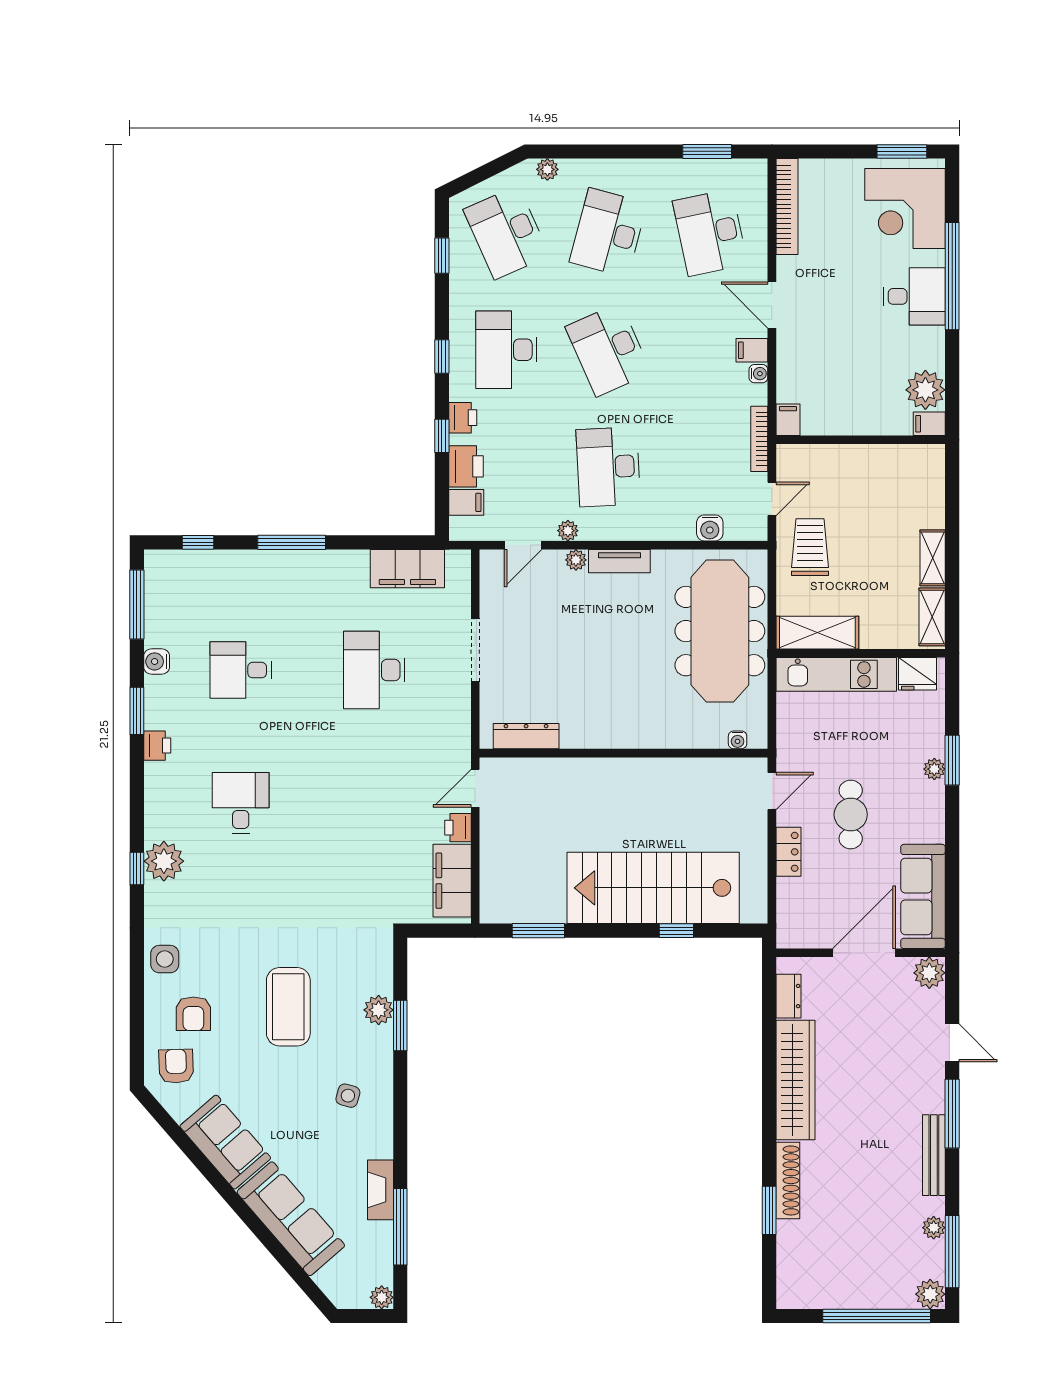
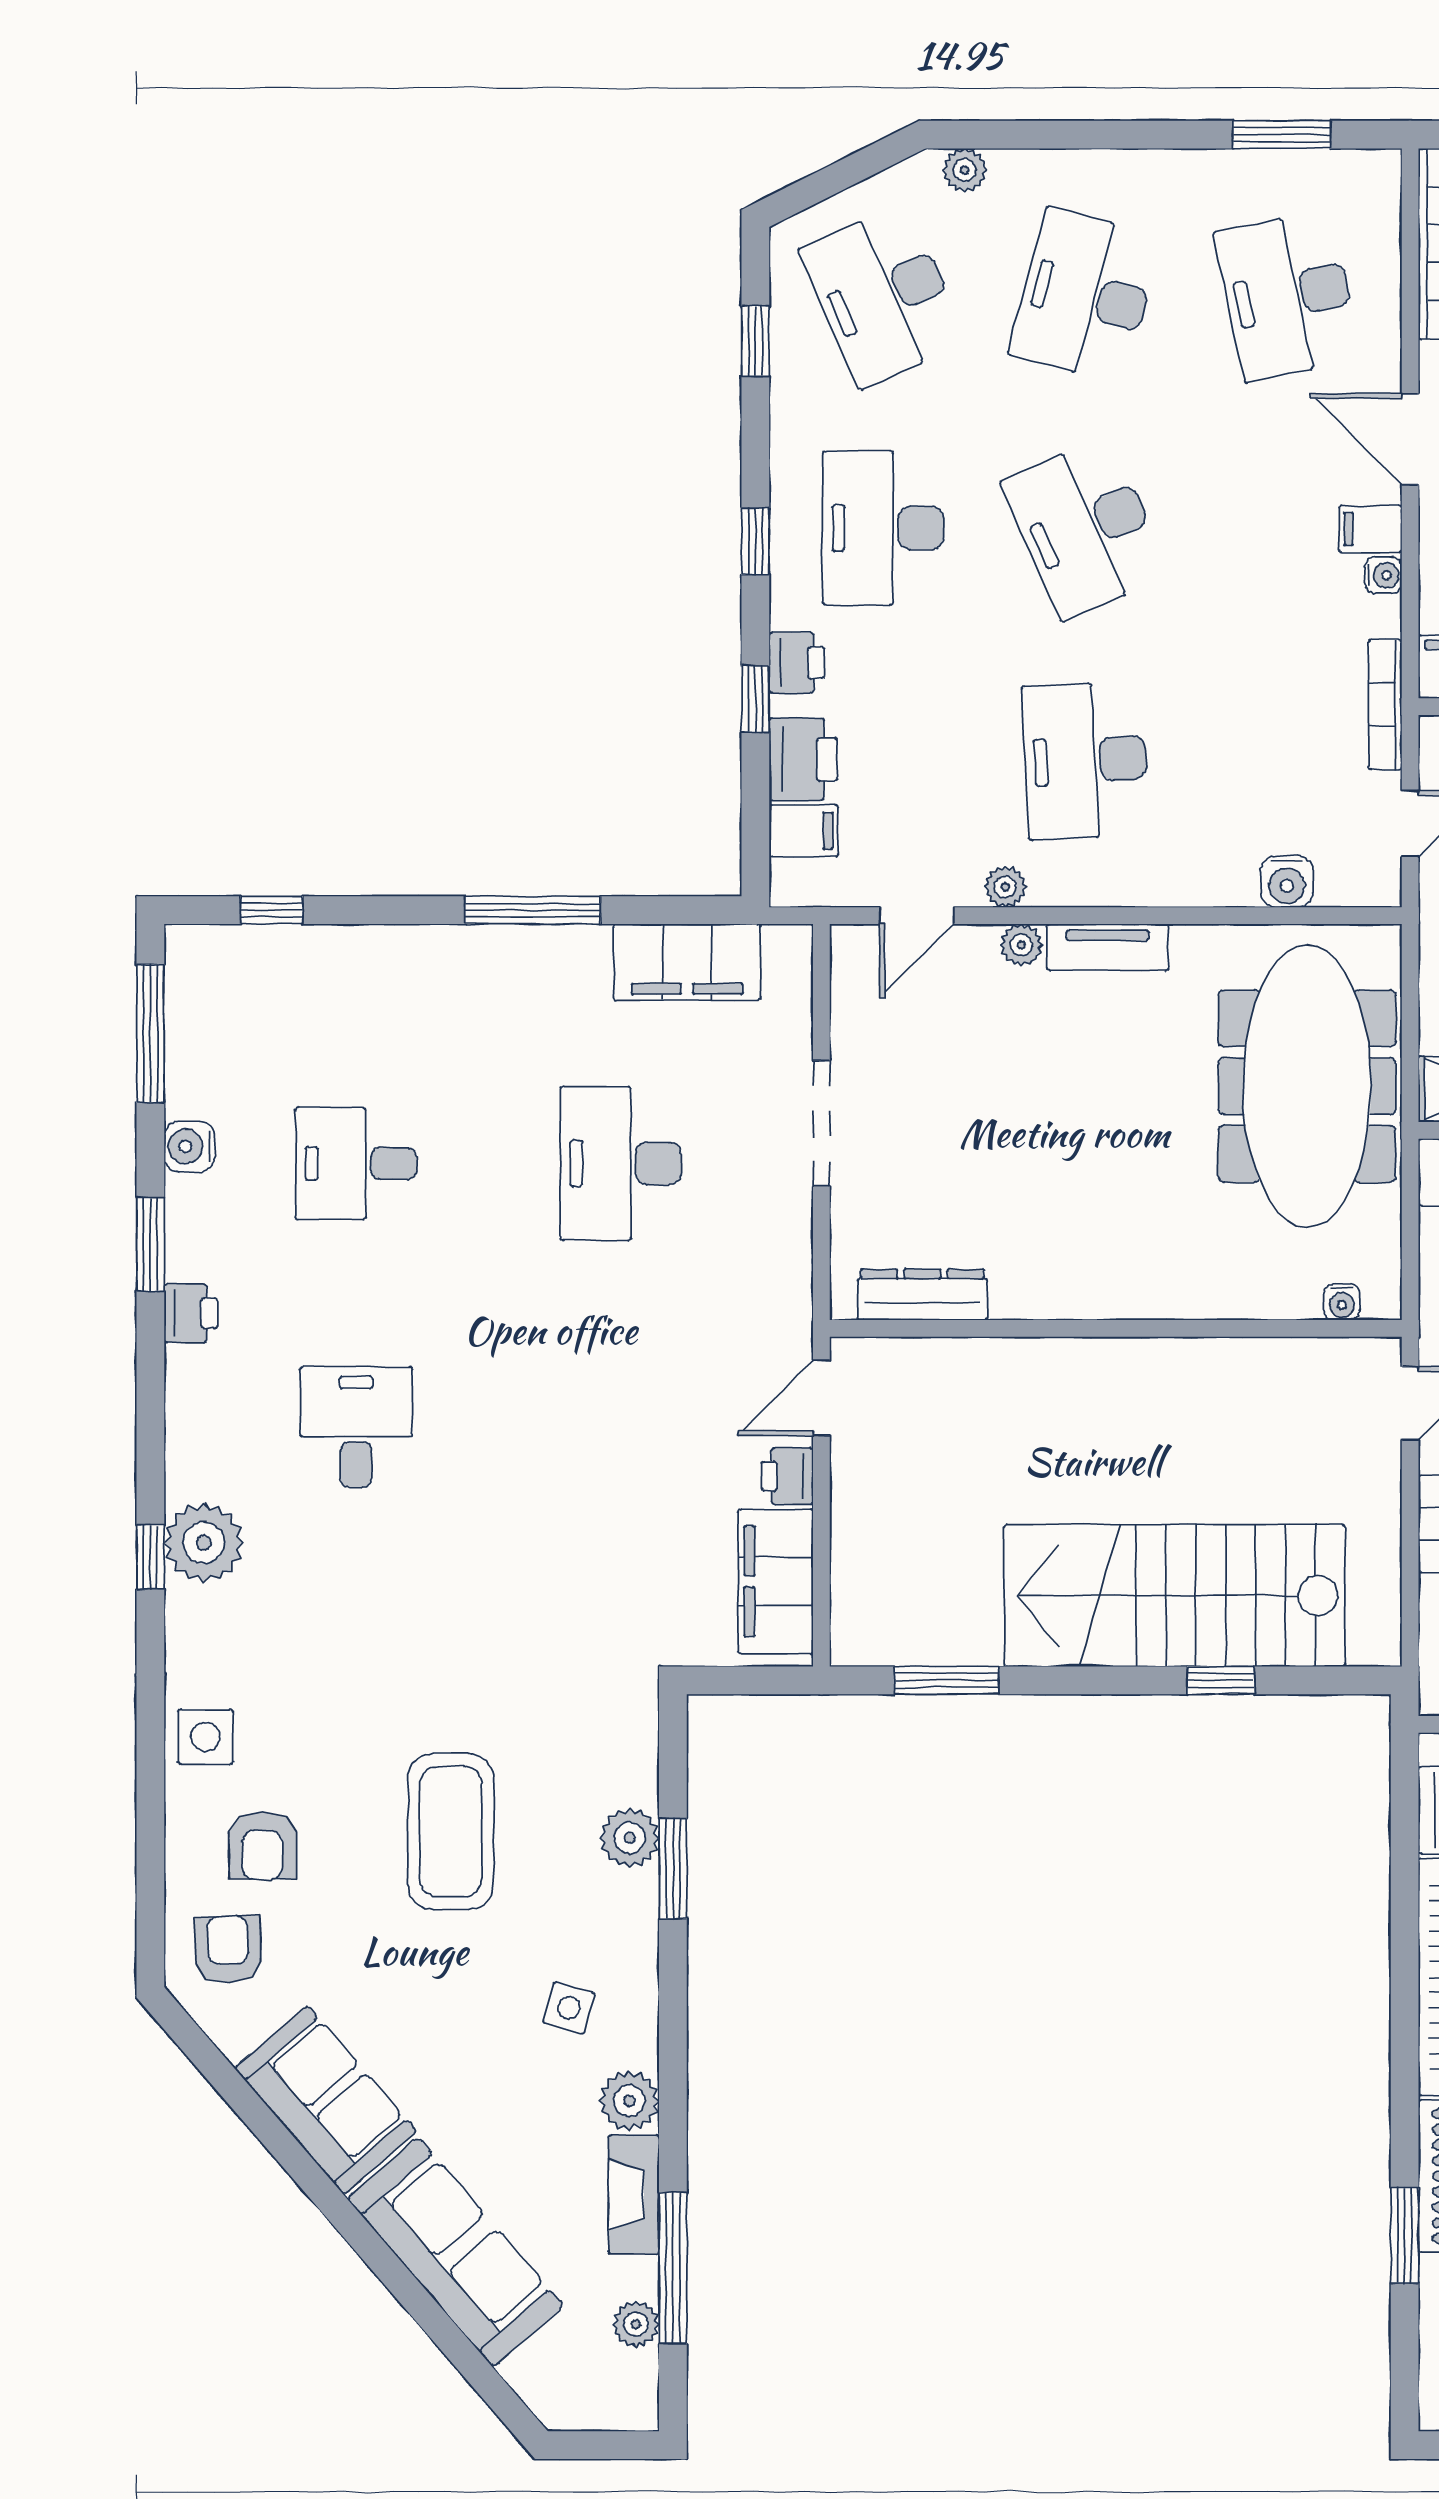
window: (292, 542) -> (533, 910), moved
plant: (378, 1143) -> (629, 2101), added
plant: (382, 1297) -> (636, 2324), moved

